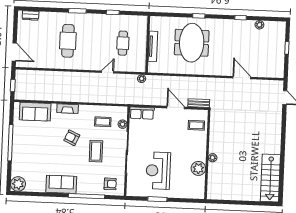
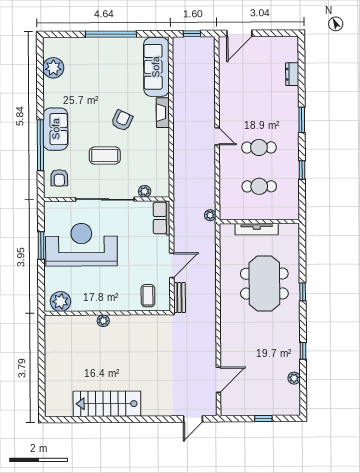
dresser: (30, 15) -> (292, 74), moved
cafe table: (68, 41) -> (259, 147), moved, width x0.73, depth x0.74
meeting table: (192, 43) -> (264, 284), turned 90
door: (107, 72) -> (217, 136), moved
door: (242, 78) -> (218, 380), moved
sofa: (35, 112) -> (156, 67), width x1.36
coffee table: (103, 122) -> (147, 163), removed
plant: (198, 168) -> (60, 302), moved
reception desk: (158, 171) -> (81, 245), width x1.36, depth x1.30
stairs: (270, 178) -> (107, 404), moved
plant: (18, 184) -> (53, 68), moved
sofa: (61, 184) -> (56, 129), moved

